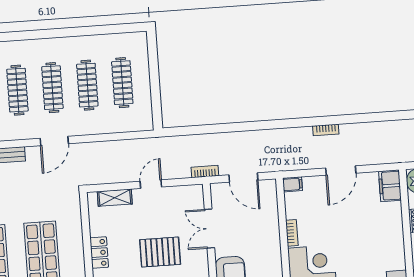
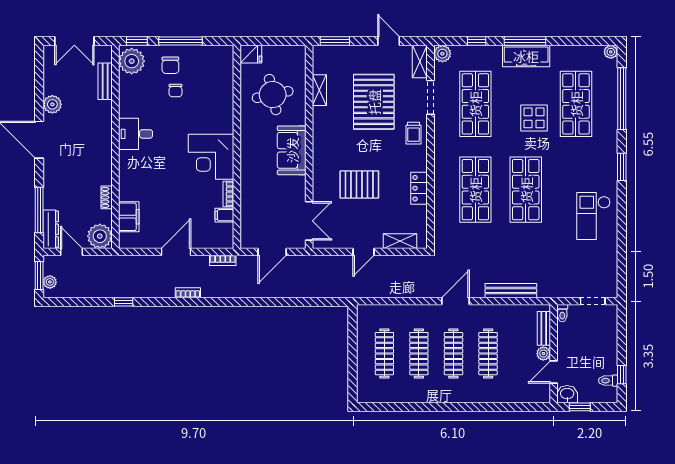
window: (390, 116) -> (124, 302), added
bookcase: (205, 172) -> (223, 260), moved
door: (243, 177) -> (272, 252), swing flipped
filing cabinet: (293, 184) -> (224, 215), moved
filing cabinet: (390, 186) -> (129, 217), moved
double door: (209, 229) -> (309, 221), moved

